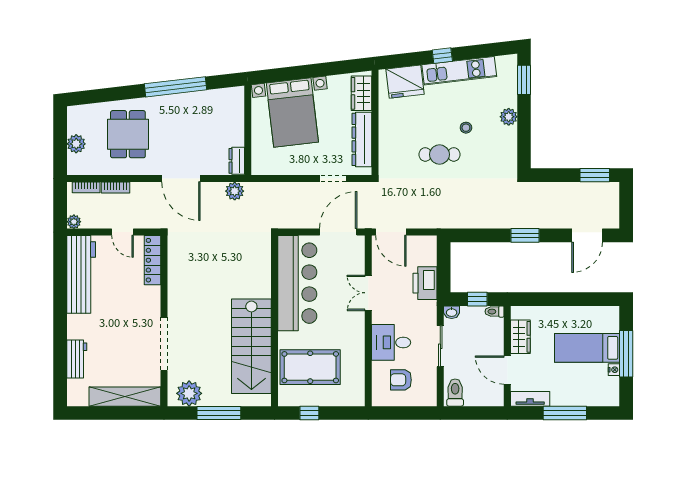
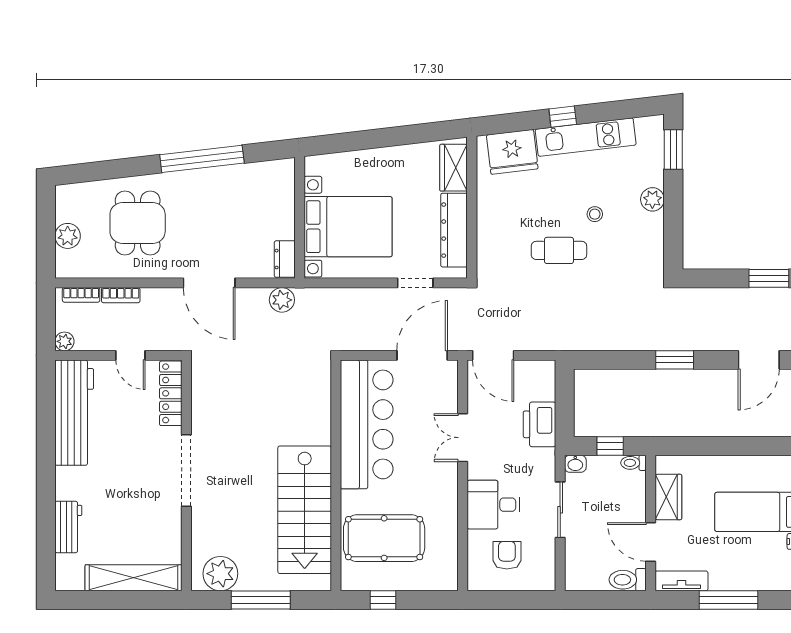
bed with nightstands: (292, 113) -> (348, 227), moved, turned -83
doorway: (164, 344) -> (186, 471), moved
armchair: (401, 380) -> (507, 555), turned 90
toilet: (455, 393) -> (628, 580), moved, turned -90

